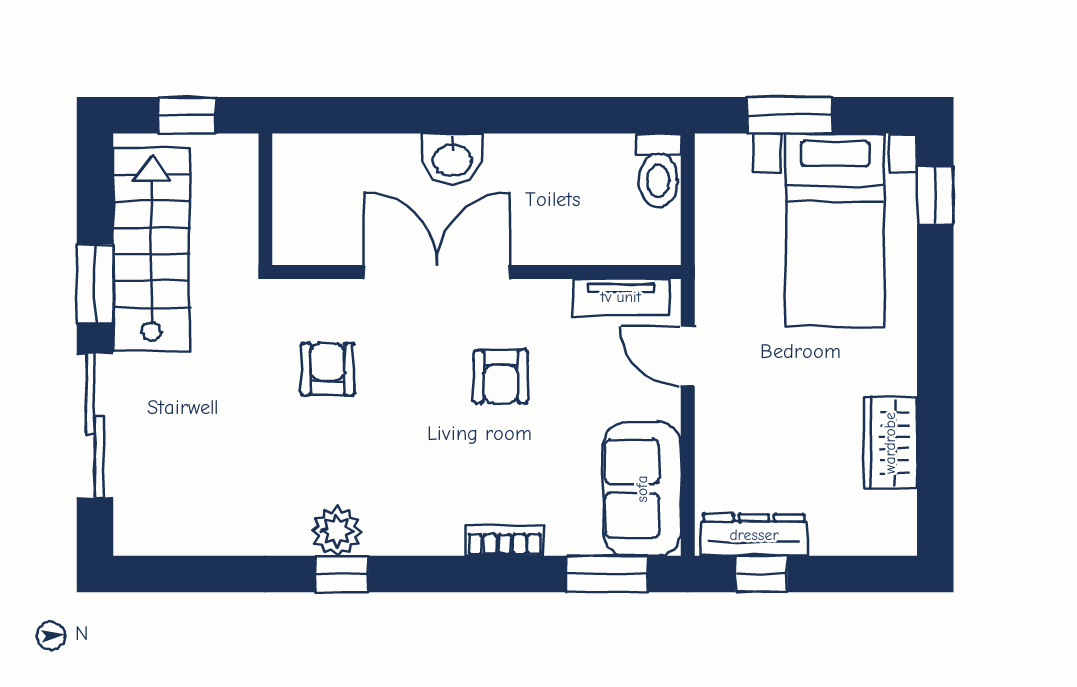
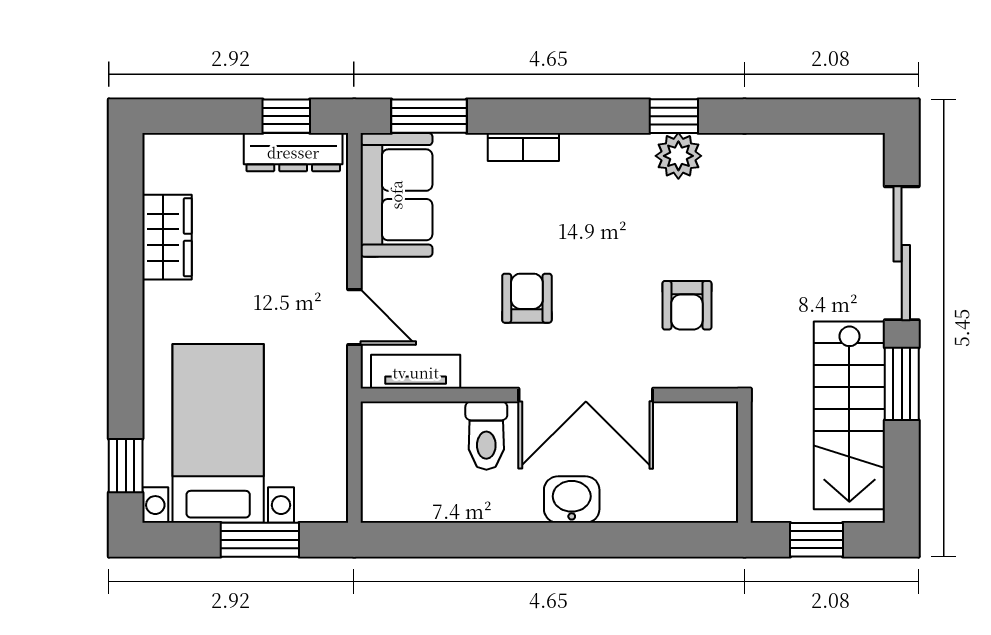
toilet: (658, 171) -> (486, 436), moved, turned 180

